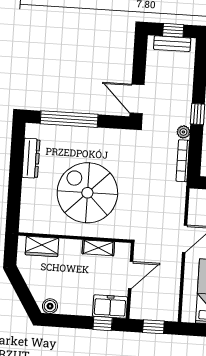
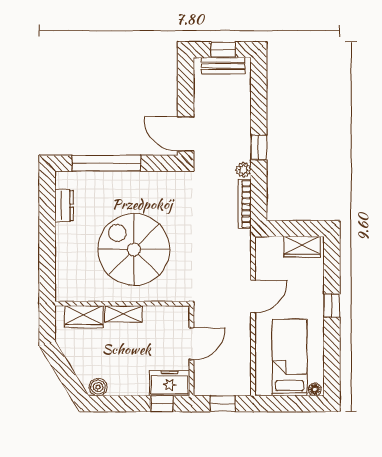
dresser: (31, 158) -> (64, 206), width x0.70
shelving: (98, 248) -> (123, 314), moved

